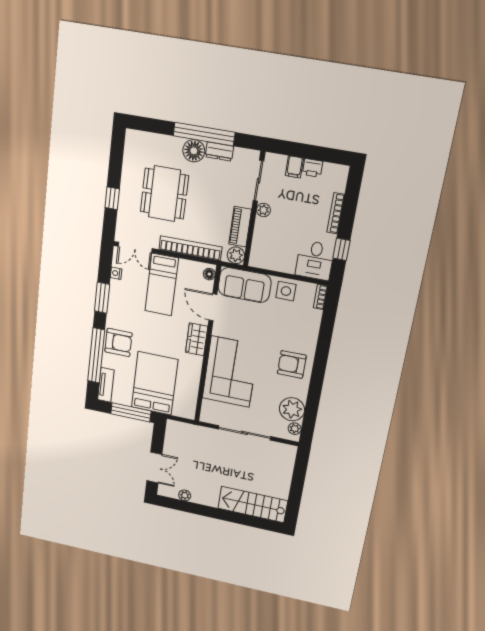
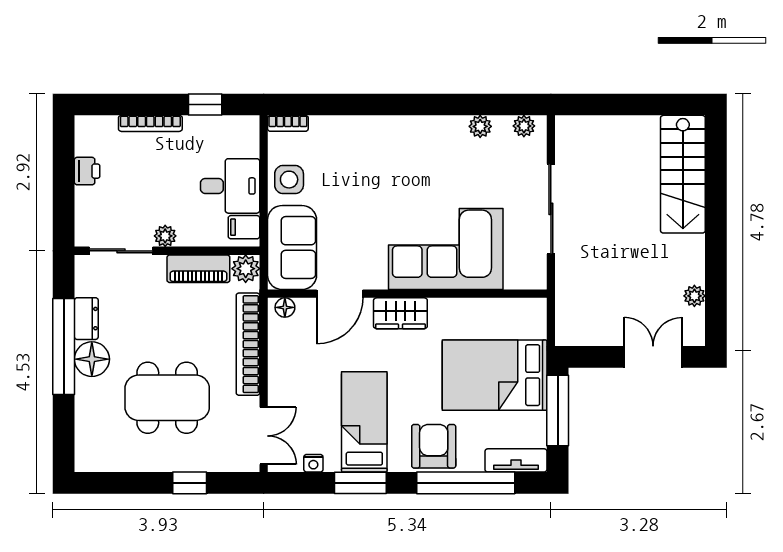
filing cabinet: (294, 167) -> (244, 227), moved, turned 180
desk: (315, 260) -> (230, 186), moved
bed: (162, 285) -> (364, 422), moved, turned -90
armchair: (292, 364) -> (411, 150), removed
plant: (292, 409) -> (480, 126), width x0.53, depth x0.53

